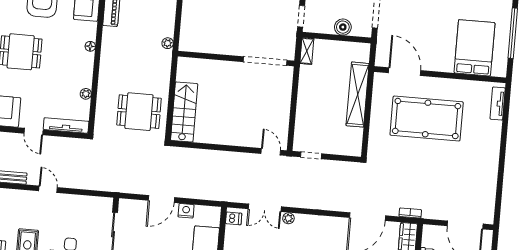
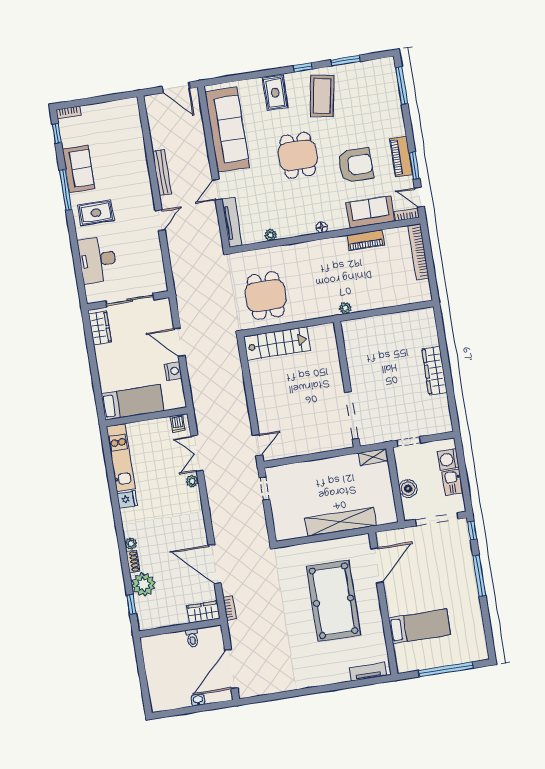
bed: (474, 48) -> (419, 626), width x0.67

